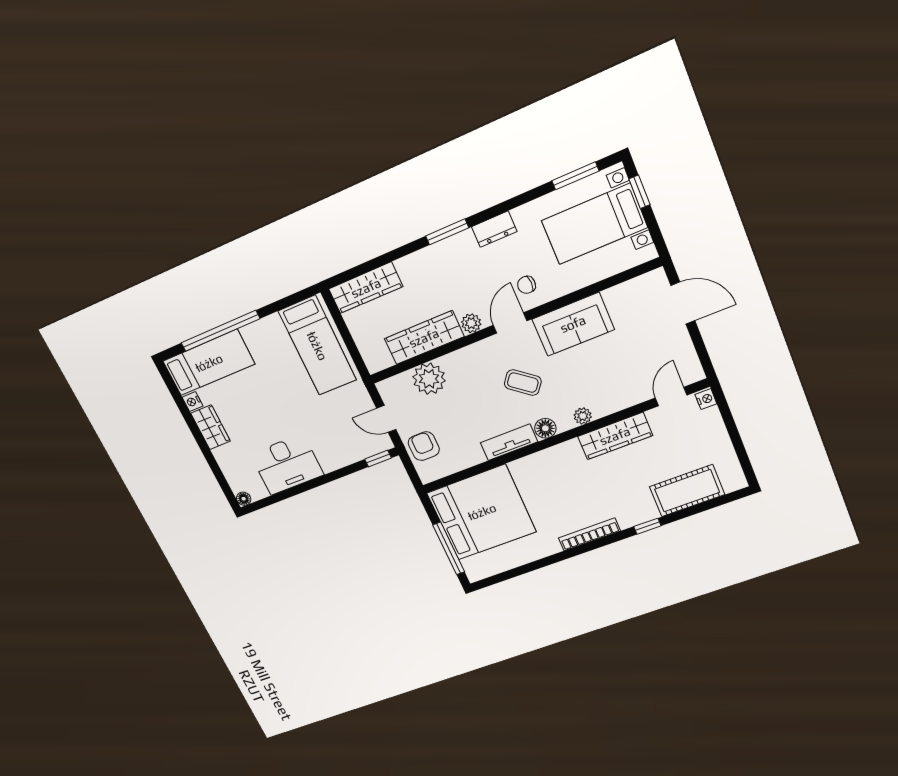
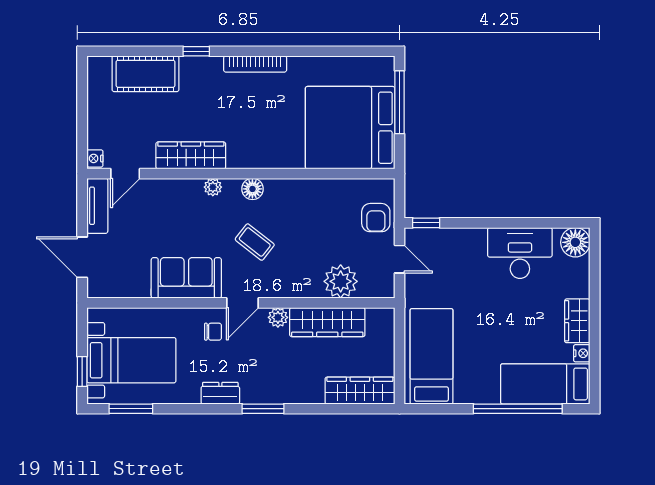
tv unit: (509, 442) -> (97, 206), moved, turned -90
floor lamp: (244, 499) -> (575, 242), width x1.89, depth x1.89

